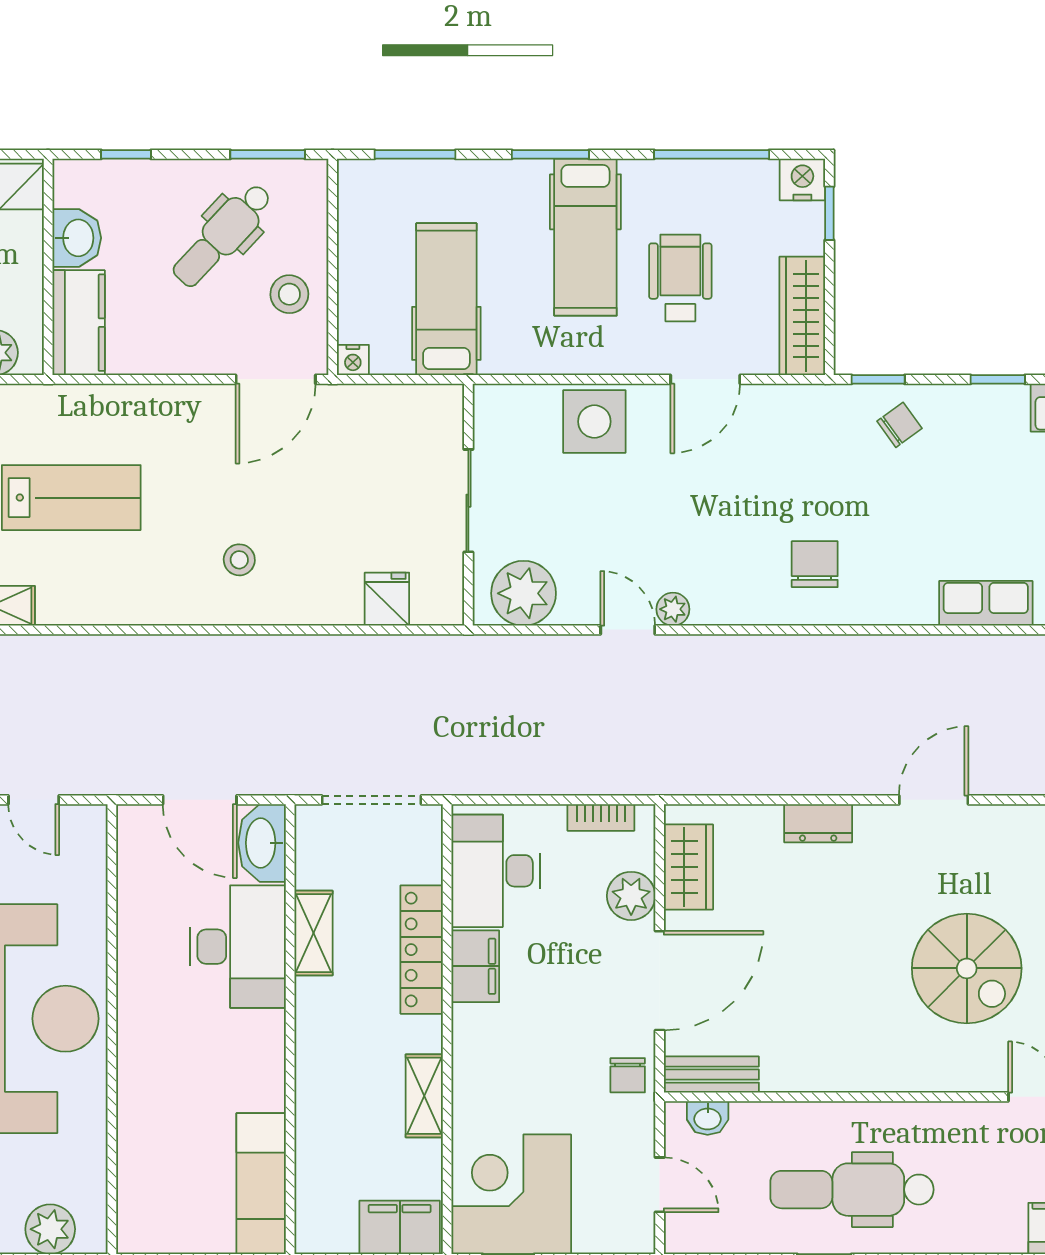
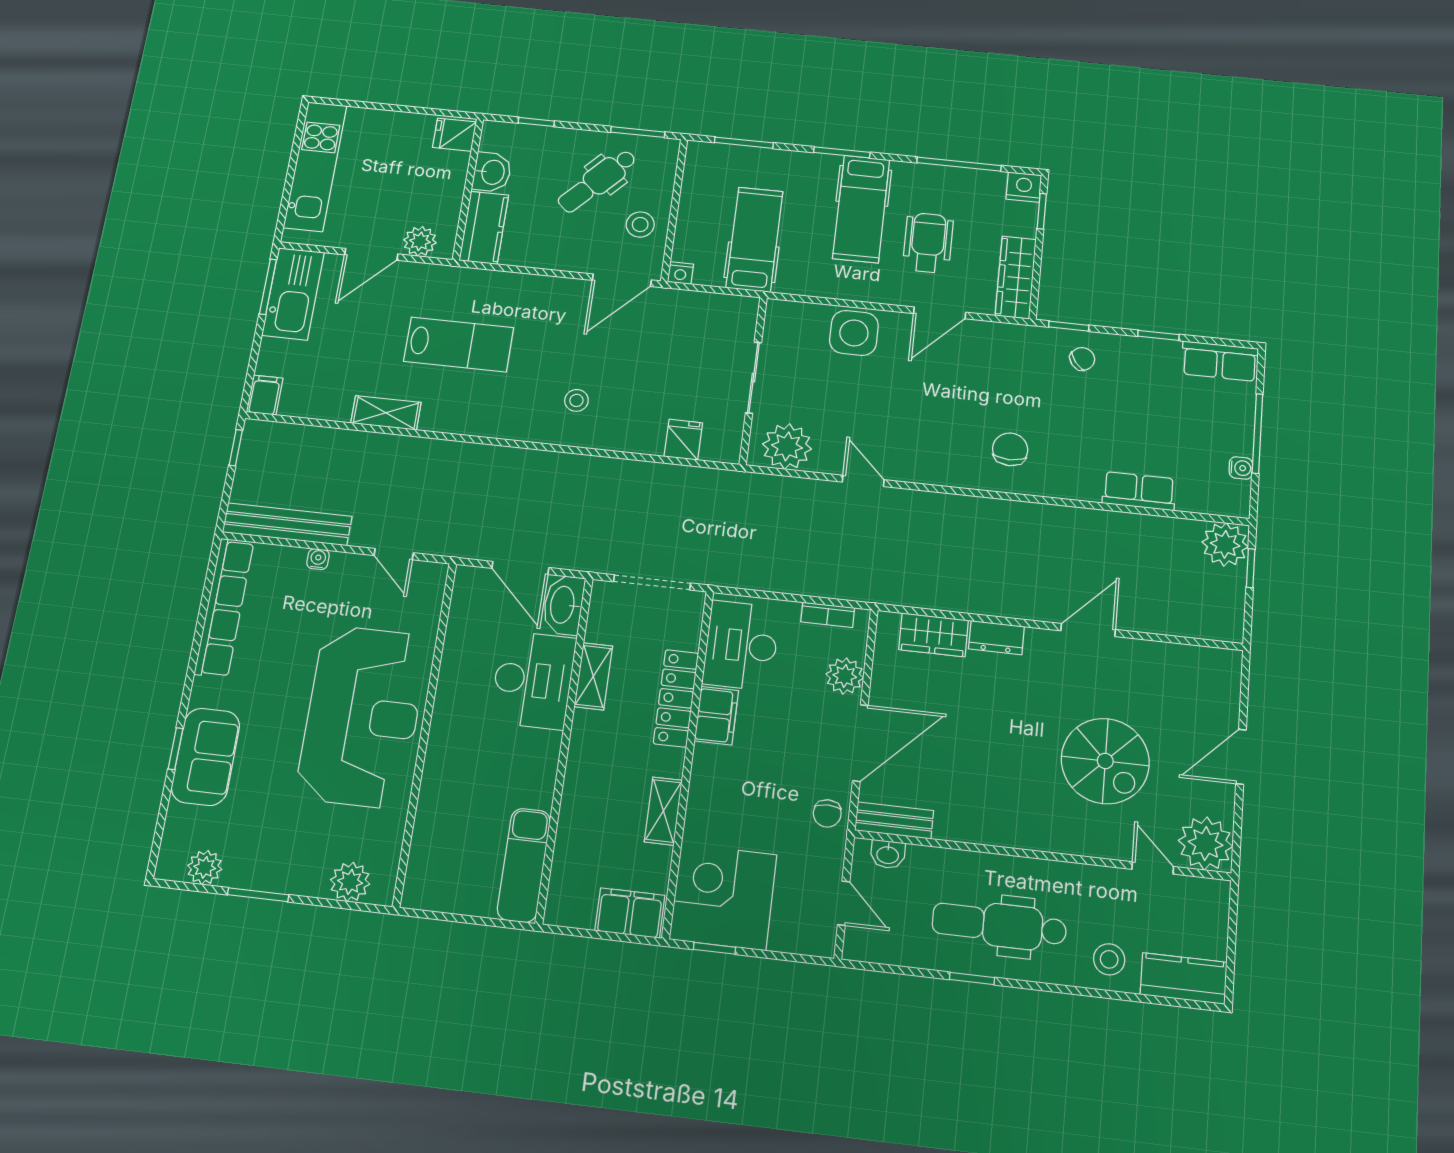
plant: (673, 609) -> (899, 470), removed
wardrobe: (688, 867) -> (934, 635), moved, turned 90
stool: (988, 1216) -> (1109, 959), added

